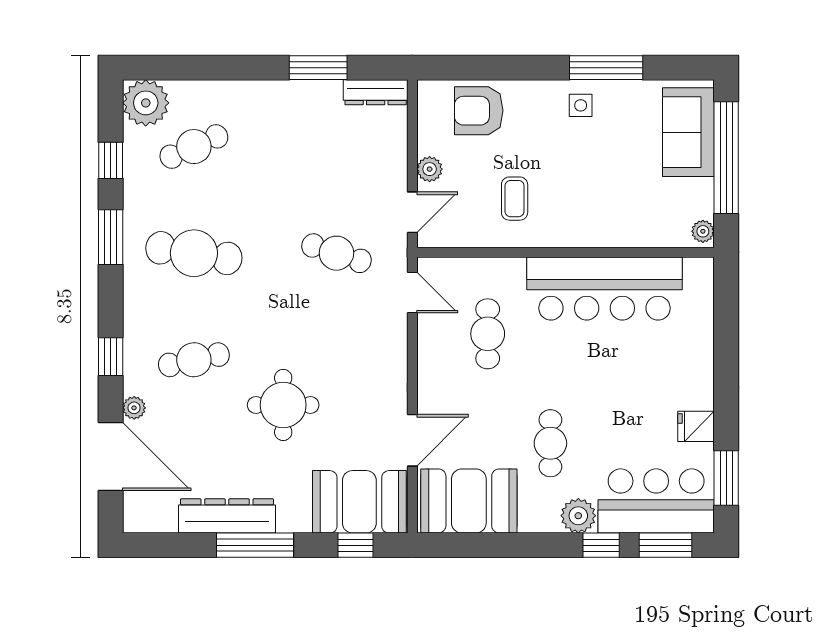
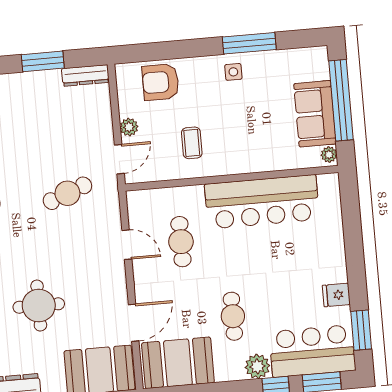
sofa: (688, 132) -> (315, 114), moved
cafe table: (336, 253) -> (67, 193), turned -39
door: (412, 293) -> (127, 245), moved

